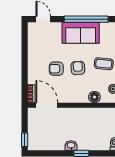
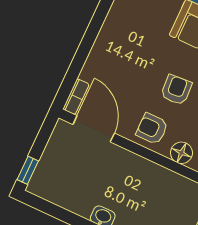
armchair: (56, 69) -> (152, 129), moved

